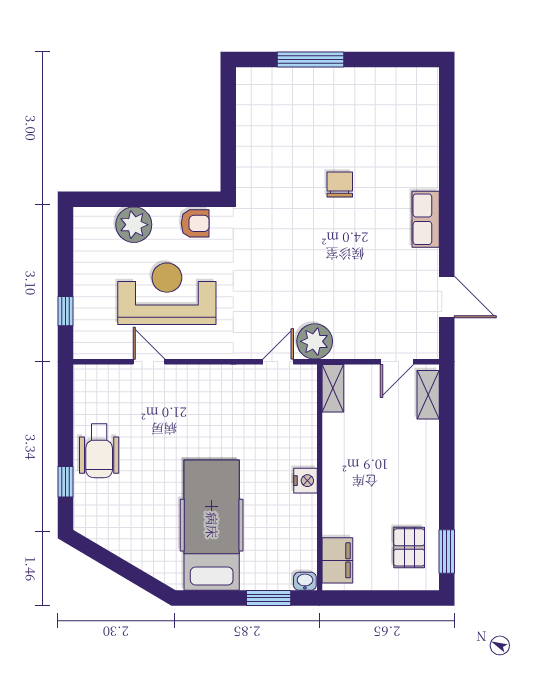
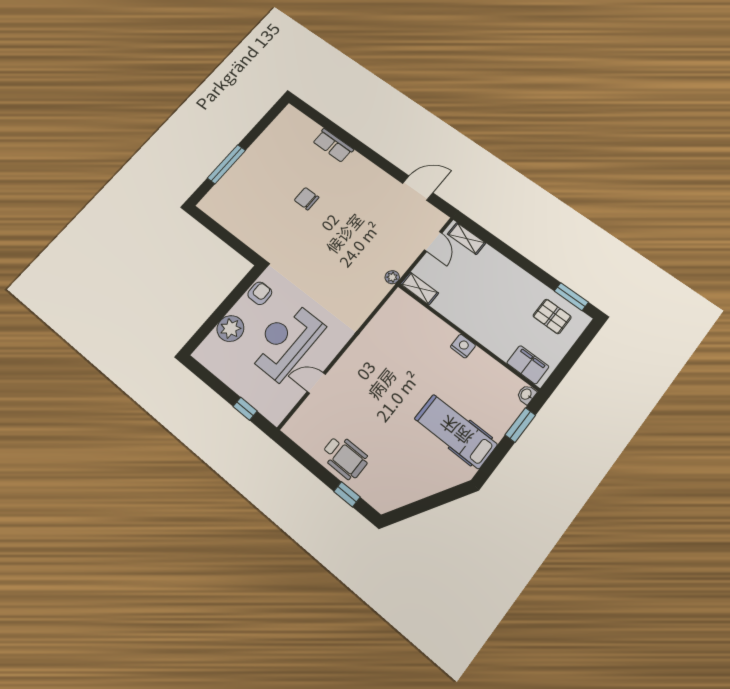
row of seats: (426, 219) -> (333, 145), moved
plant: (315, 341) -> (392, 277), width x0.53, depth x0.53
door: (278, 362) -> (378, 308), removed
hospital bed: (212, 525) -> (456, 431), width x0.73, depth x0.78

